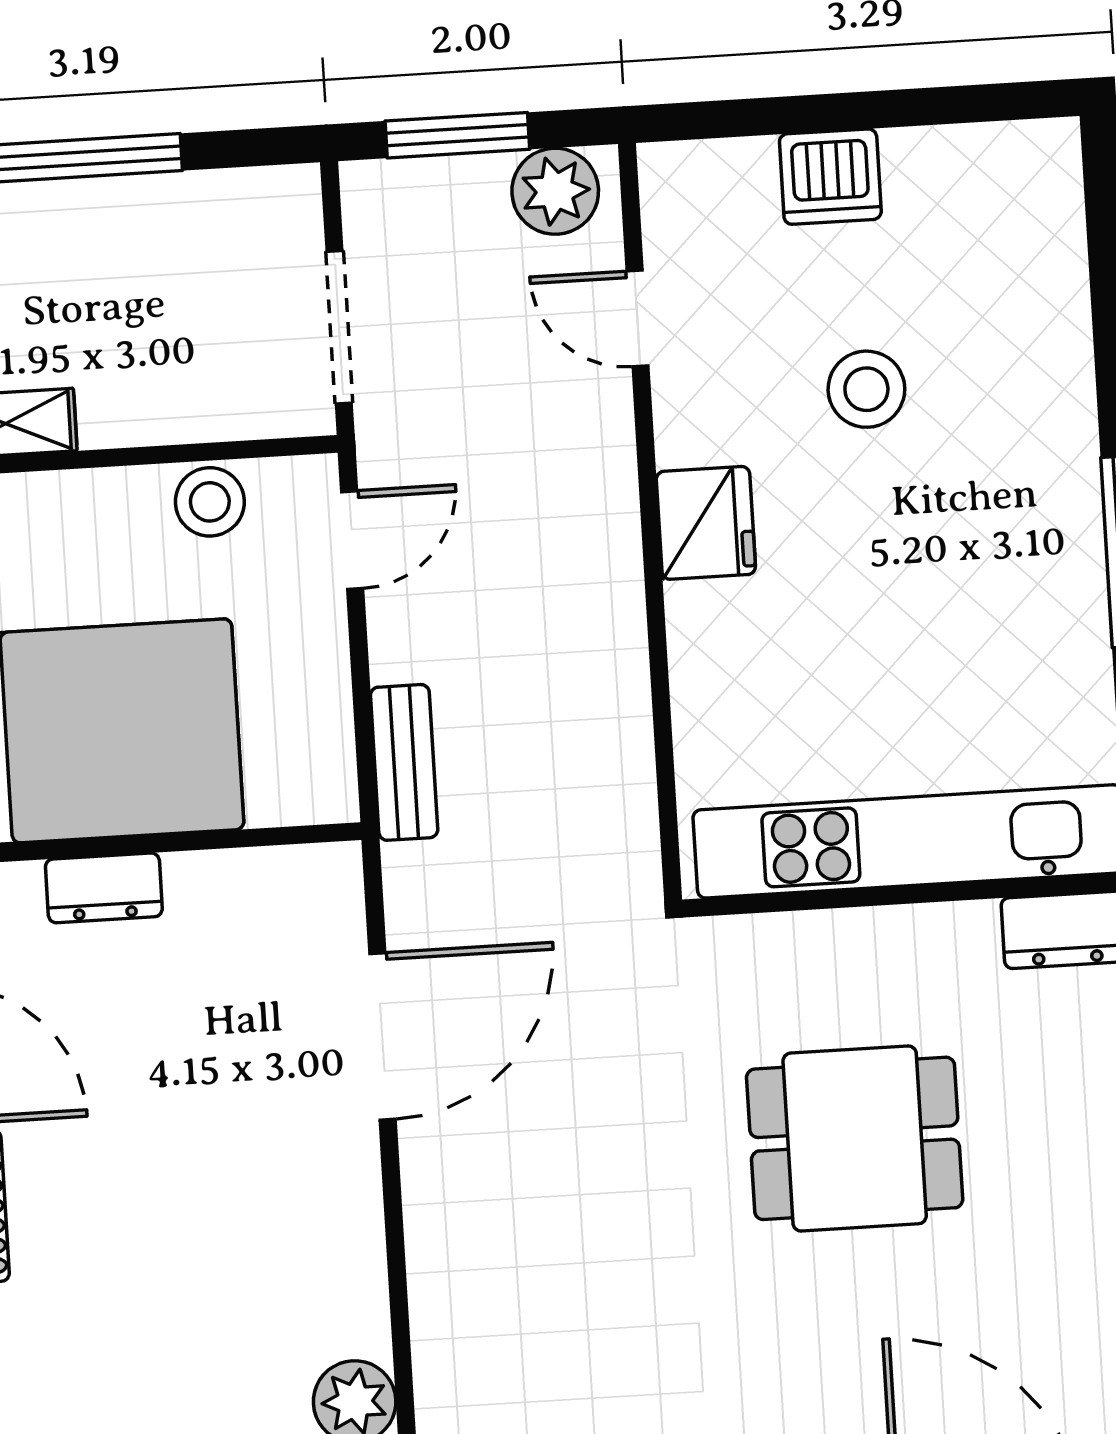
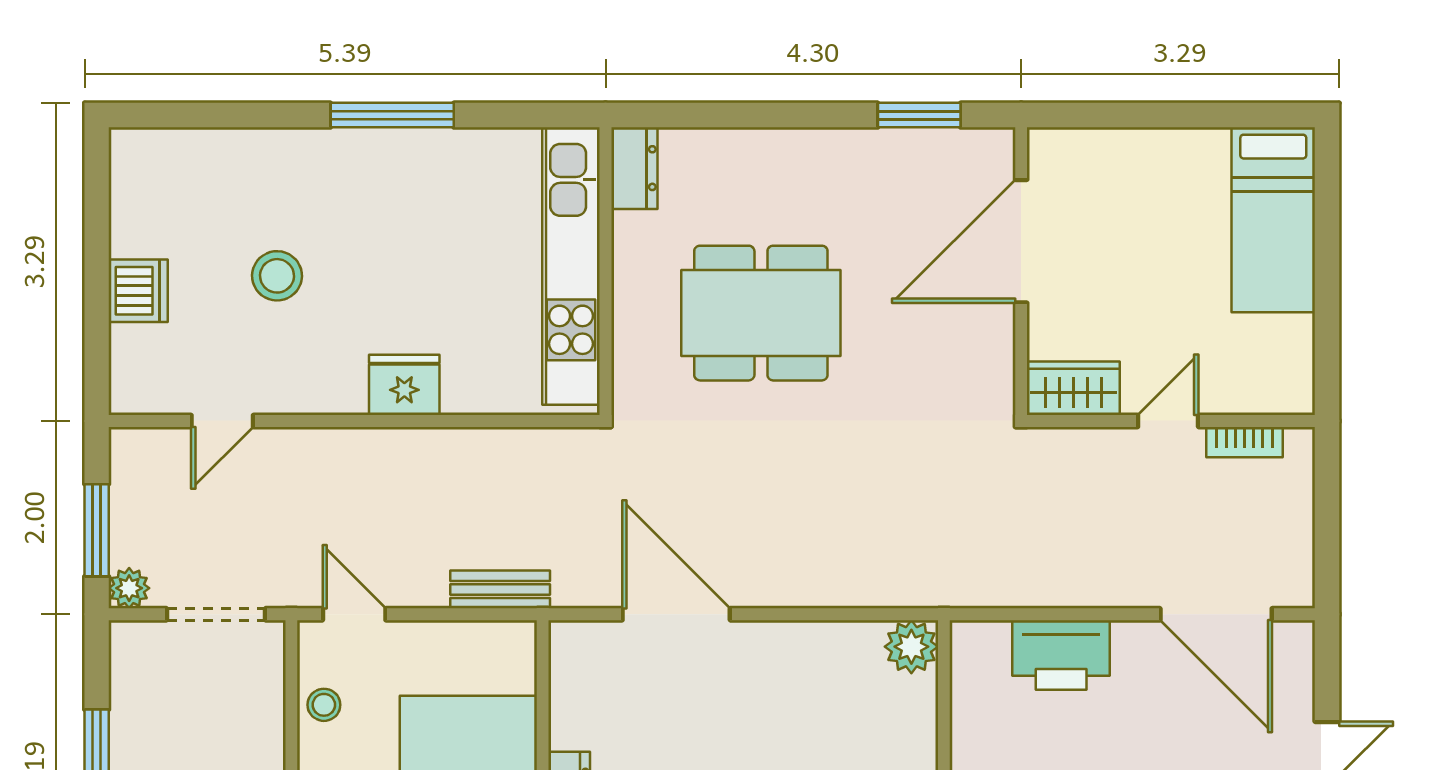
plant: (555, 191) -> (129, 588), moved, width x0.73, depth x0.73
stool: (210, 502) -> (324, 705), width x0.73, depth x0.73
fridge: (706, 523) -> (404, 385), moved
dining table: (855, 1138) -> (761, 313), width x1.38

